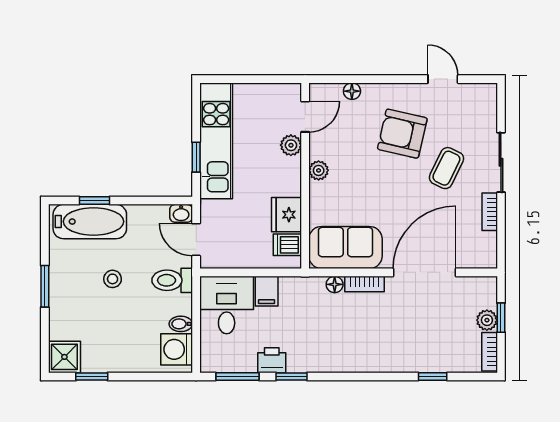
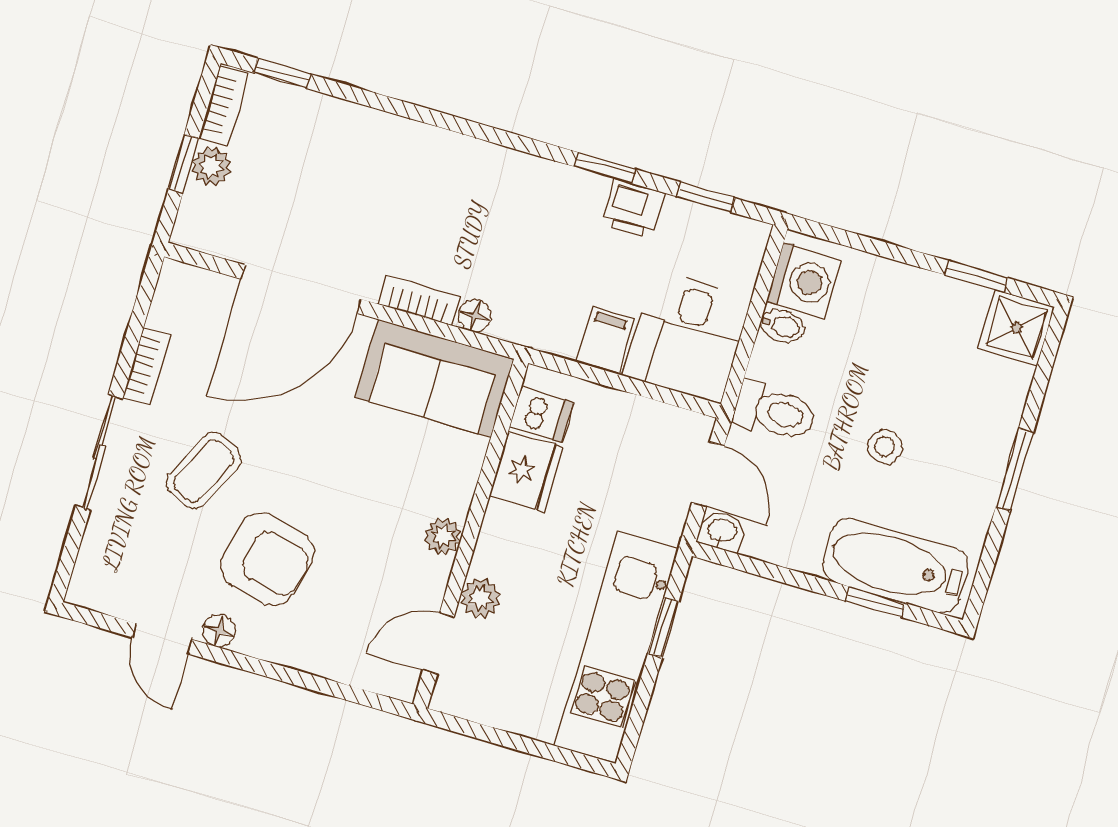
floor lamp: (352, 91) -> (219, 631), moved
window: (237, 377) -> (706, 197), width x0.67
window: (433, 377) -> (282, 73), moved

